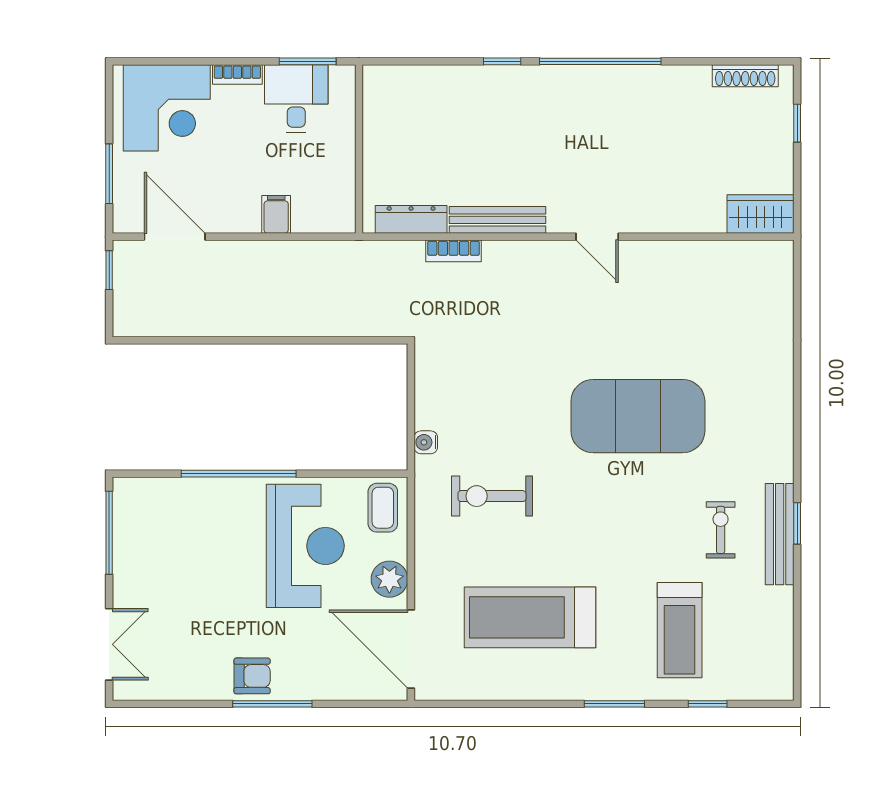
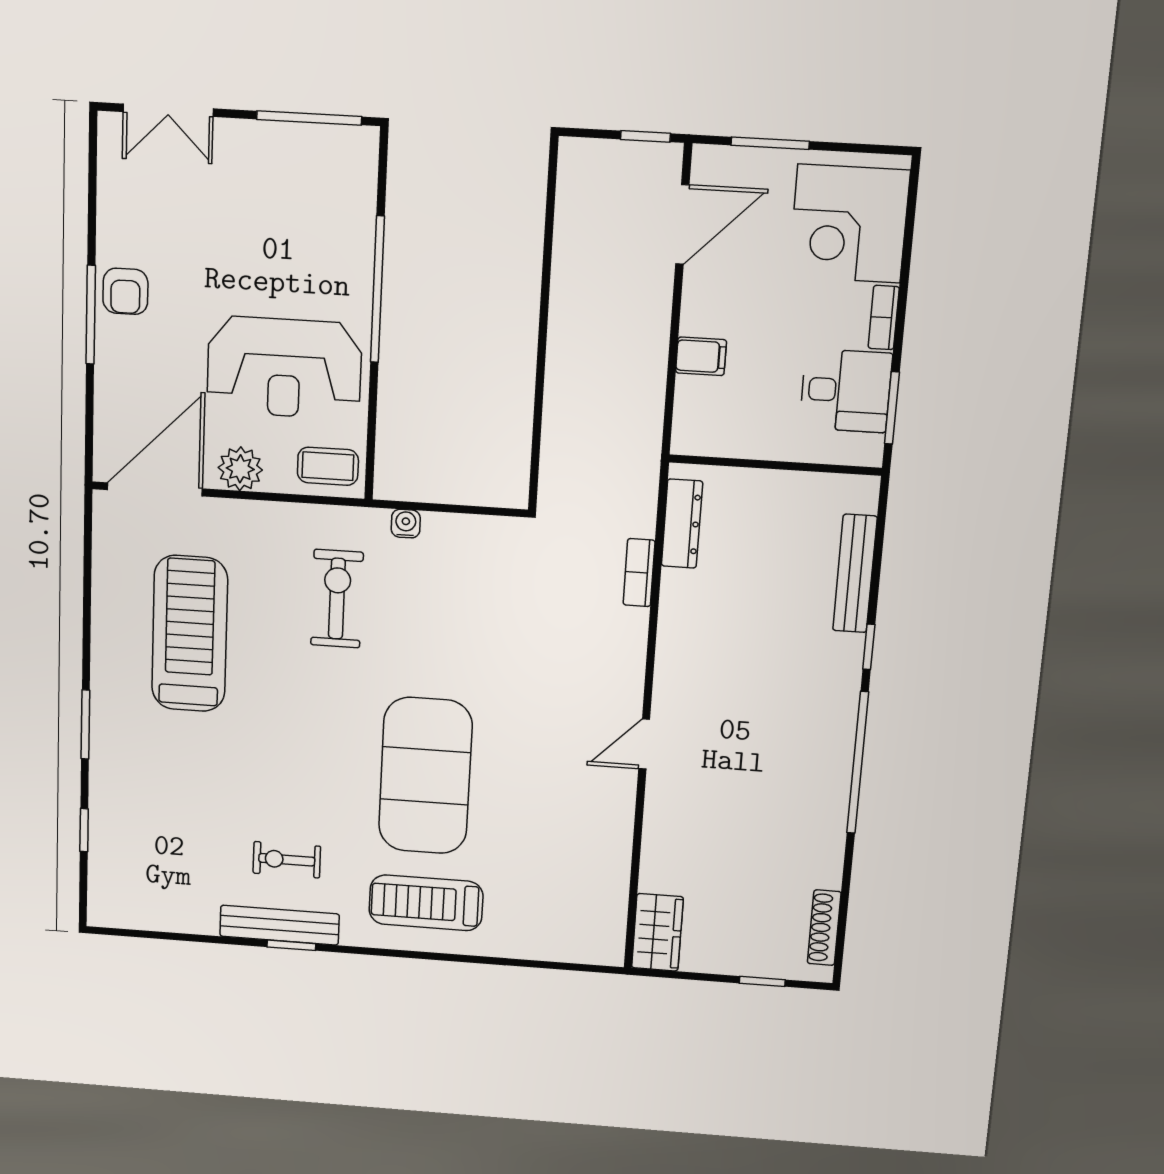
bench: (497, 220) -> (855, 574), moved
exercise bike: (721, 530) -> (287, 860), turned 180
treadmill: (680, 630) -> (426, 903), moved

